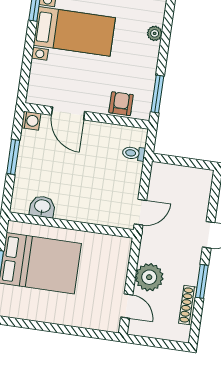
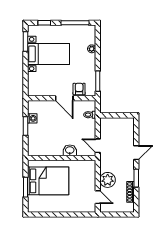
door: (68, 113) -> (64, 98), moved
washing machine: (31, 121) -> (32, 118), moved
washbasin: (42, 207) -> (70, 150), moved
door: (140, 212) -> (98, 146), swing flipped

